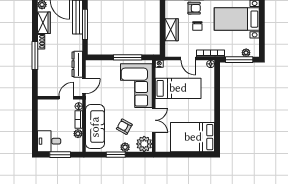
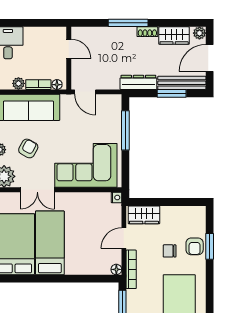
window: (85, 24) -> (172, 93), width x0.69
wardrobe: (172, 30) -> (144, 215), moved
window: (128, 57) -> (125, 130), moved
dresser: (77, 64) -> (138, 82), moved
bed: (178, 88) -> (50, 243), moved, turned 180
door: (66, 98) -> (69, 49), moved

